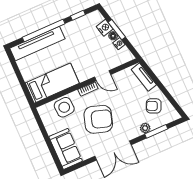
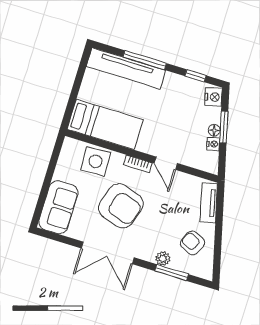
nightstand: (105, 28) -> (213, 97), moved
window: (44, 30) -> (145, 60), width x0.68

